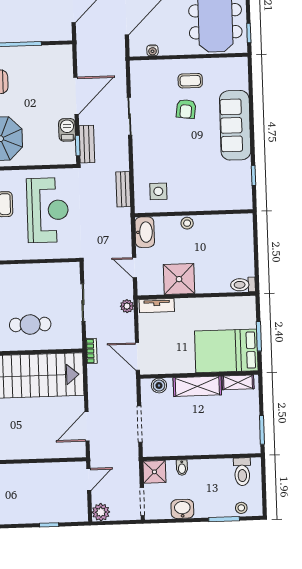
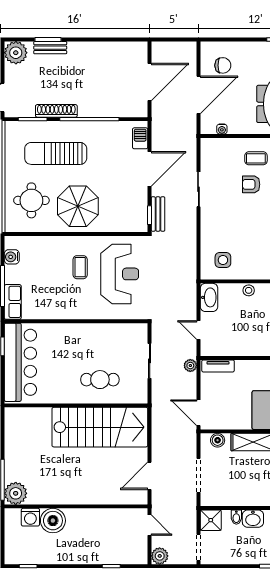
armchair: (186, 109) -> (251, 184), turned 83
barbecue: (67, 130) -> (140, 138), moved
bench: (123, 189) -> (190, 257), removed
shower: (179, 279) -> (239, 342), removed
bookcase: (92, 351) -> (156, 406), removed
door: (89, 479) -> (150, 525), hinge flipped
washbasin: (182, 509) -> (253, 519), moved, turned 180

